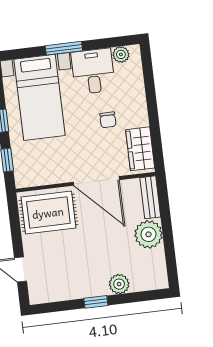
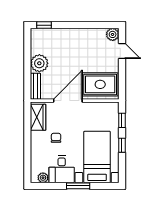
door: (96, 181) -> (68, 101), hinge flipped
plant: (119, 284) -> (113, 34), moved
window: (96, 302) -> (44, 25), moved

